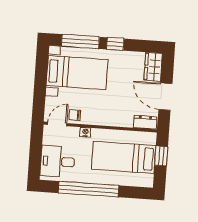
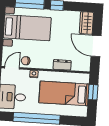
dresser: (145, 122) -> (62, 65), moved

